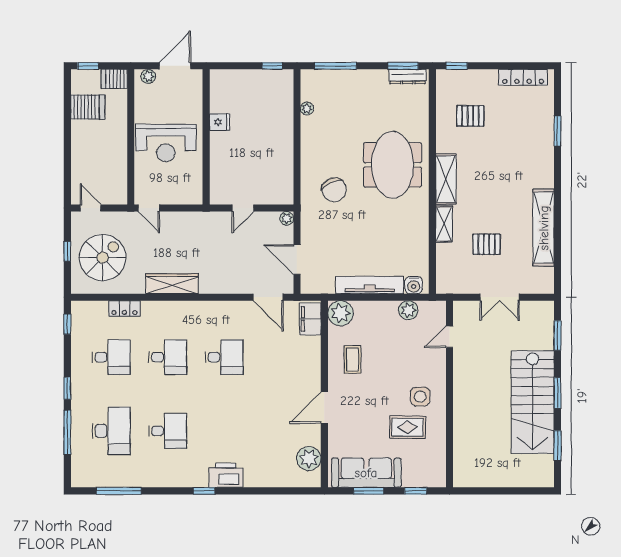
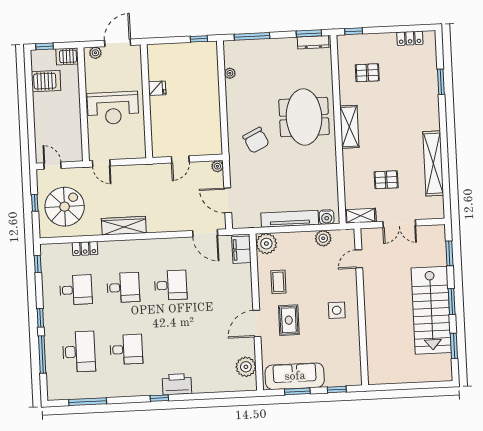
locker: (523, 77) -> (410, 38), width x0.66
shelving: (444, 224) -> (361, 216), moved, turned 90
rug: (408, 427) -> (289, 320), moved, turned 90

